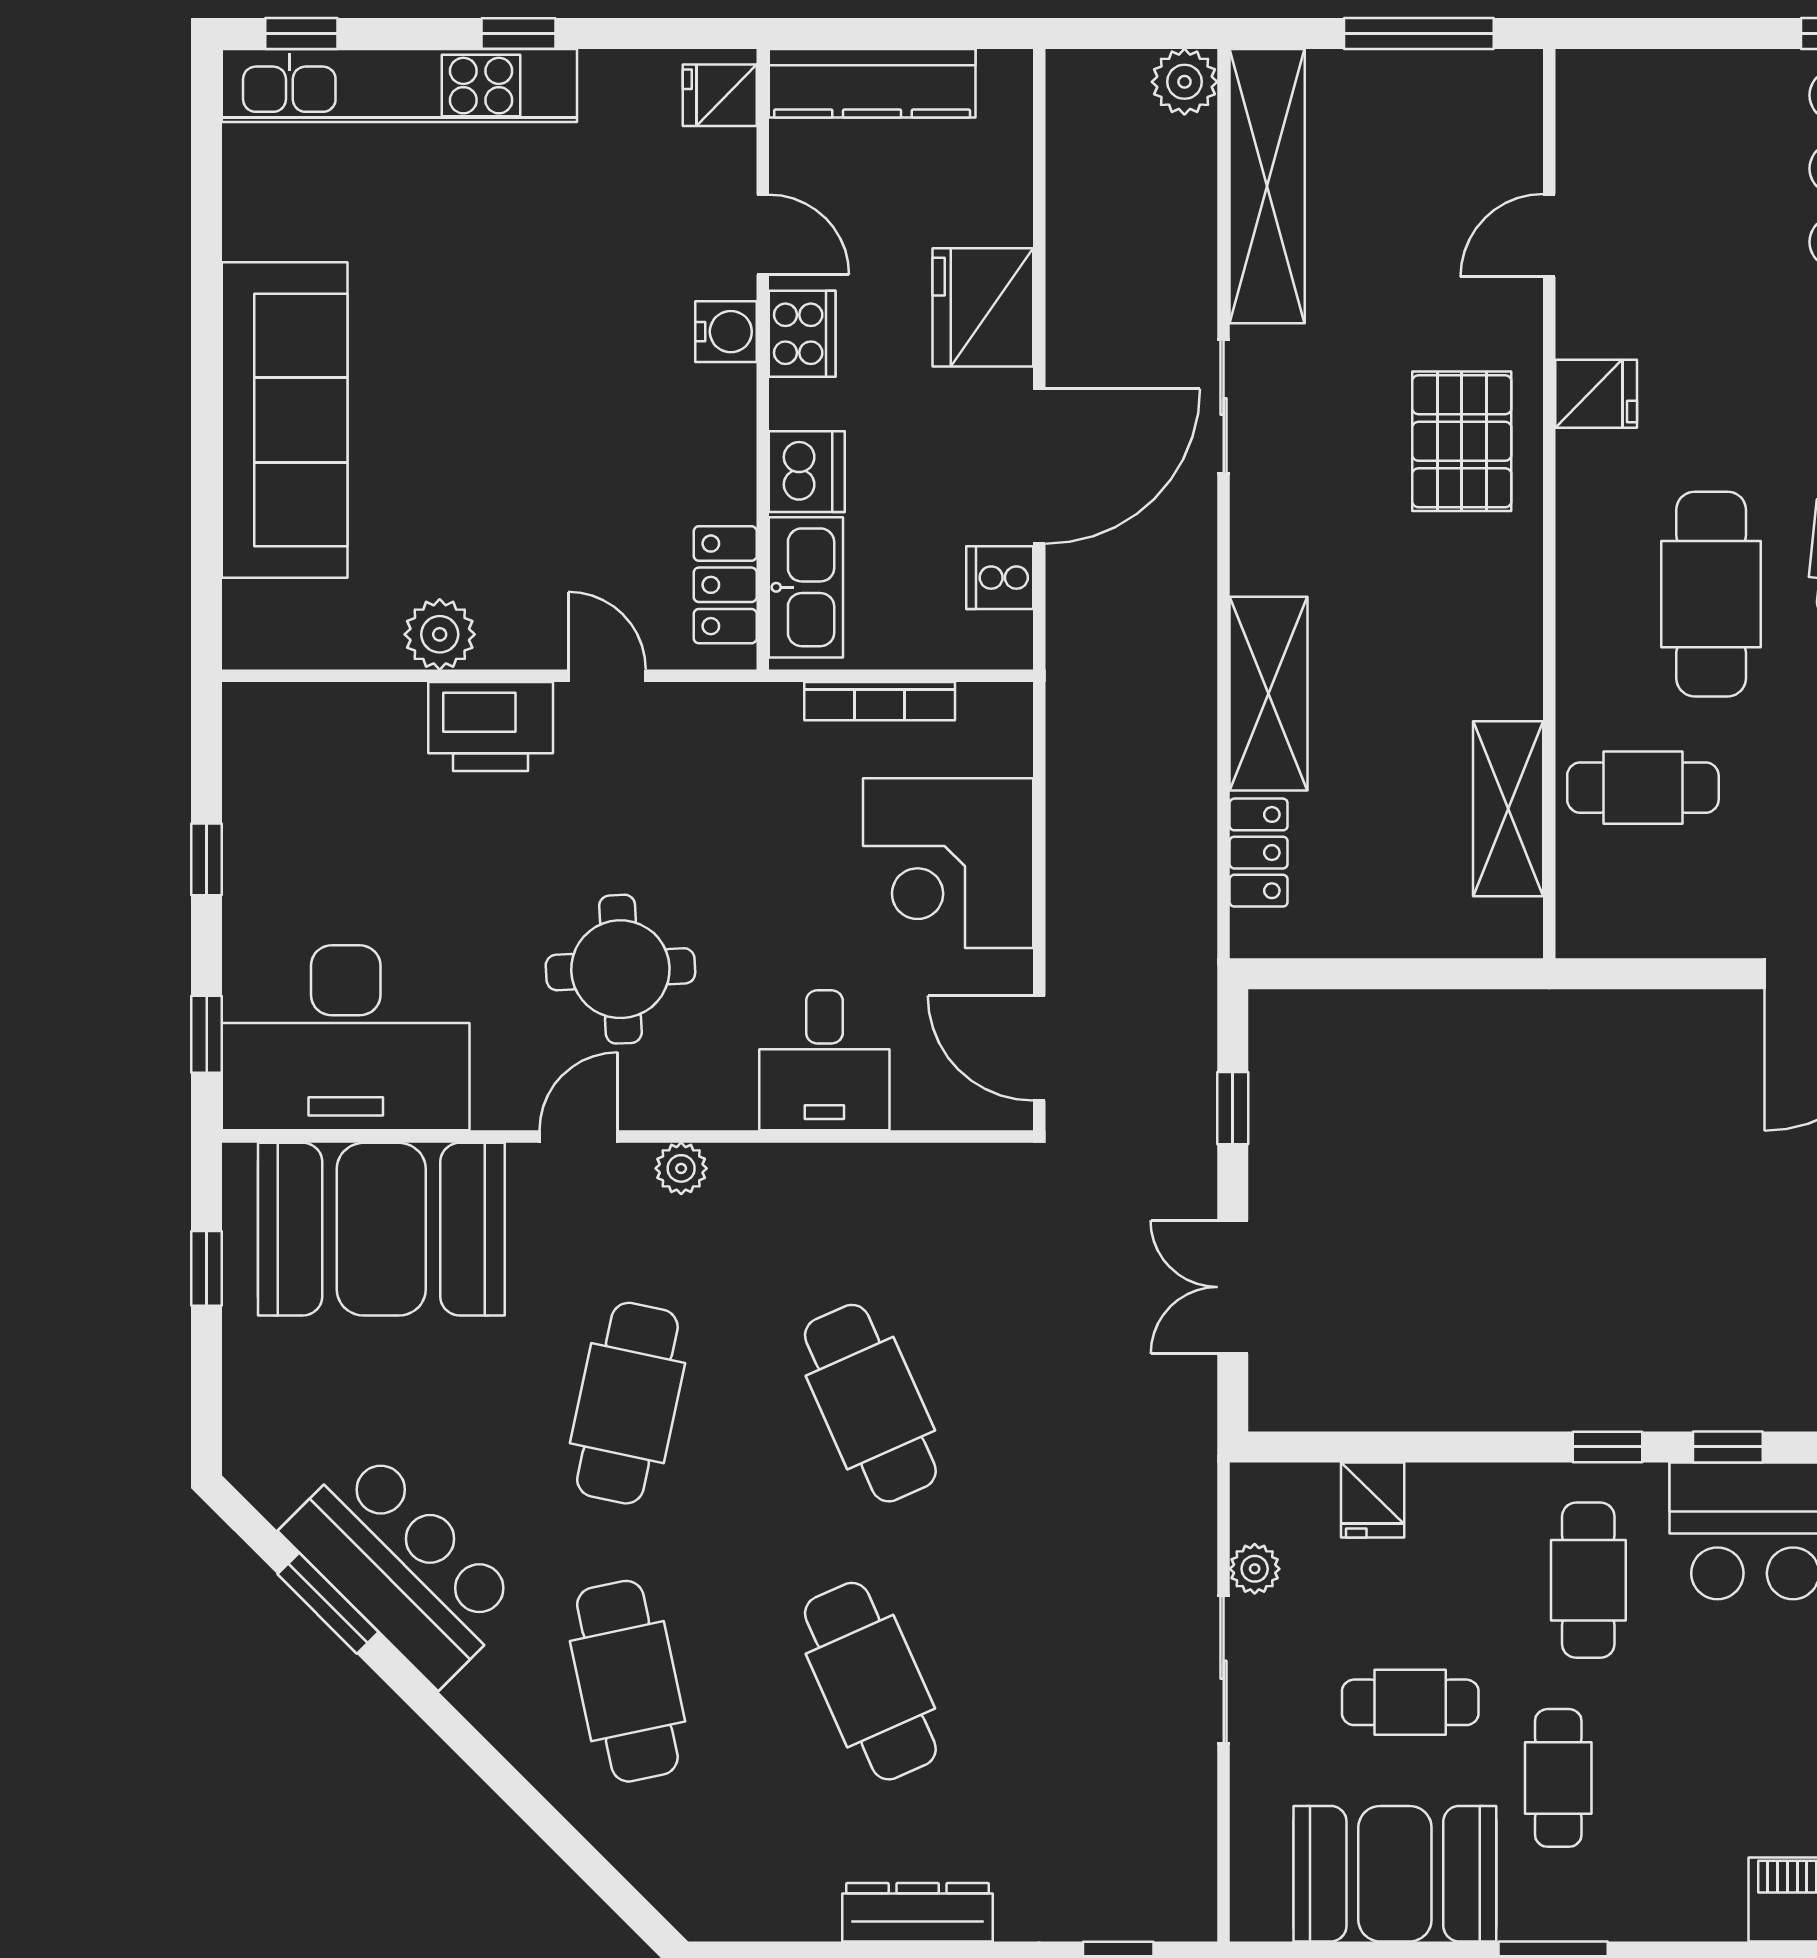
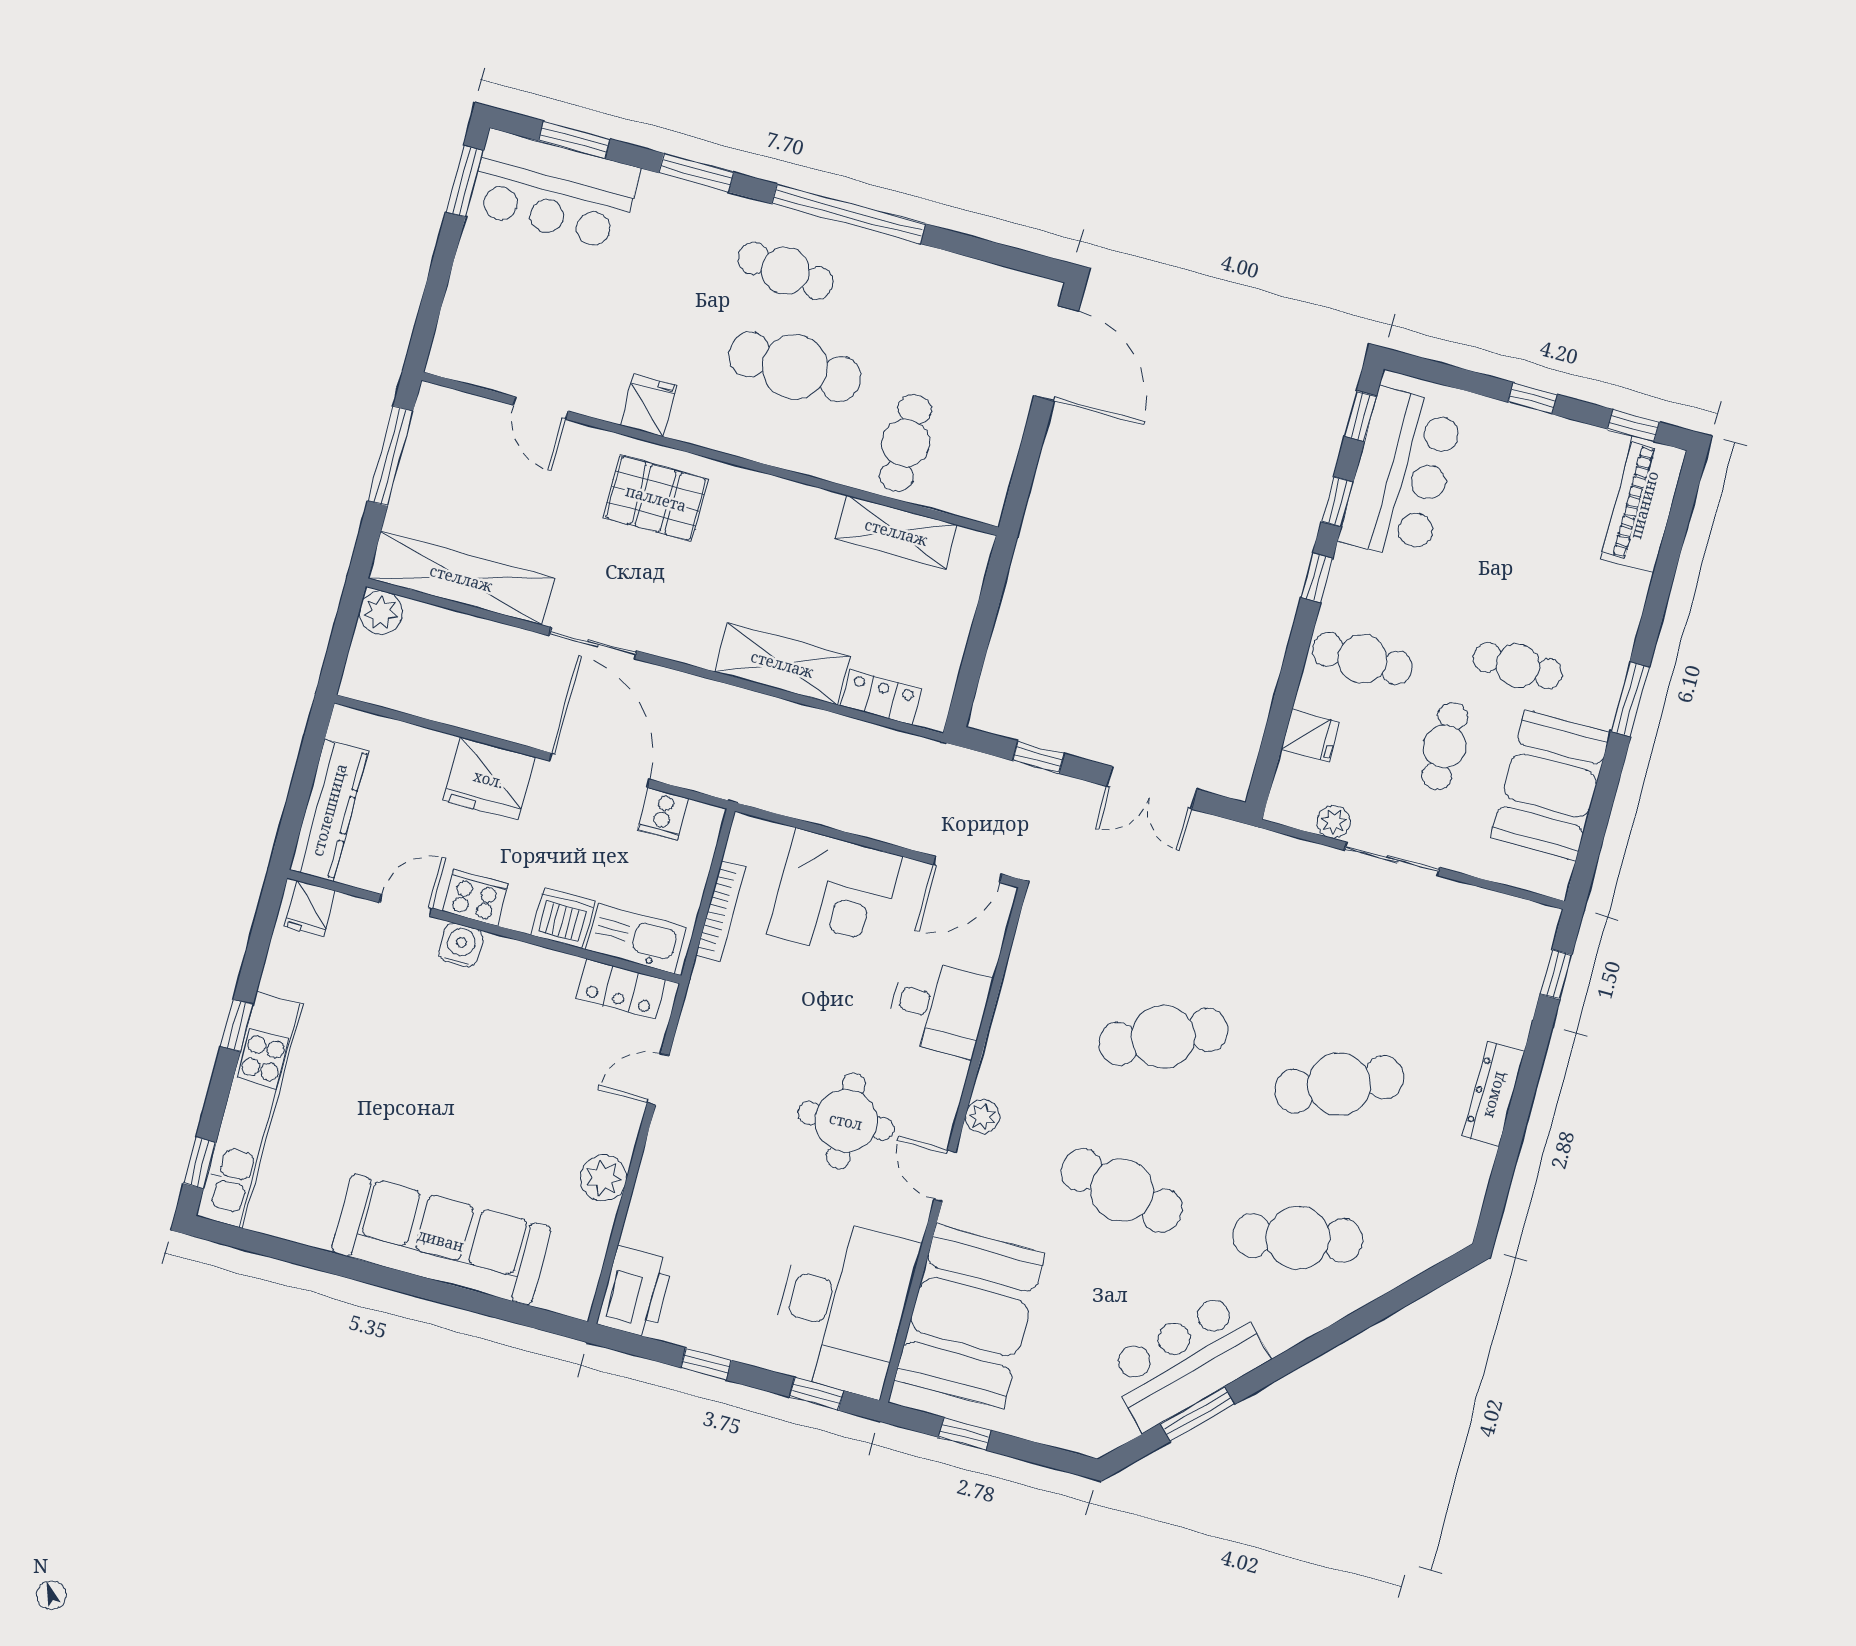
printer: (491, 727) -> (635, 1292), moved
cafe table: (1588, 1580) -> (1362, 659), moved

